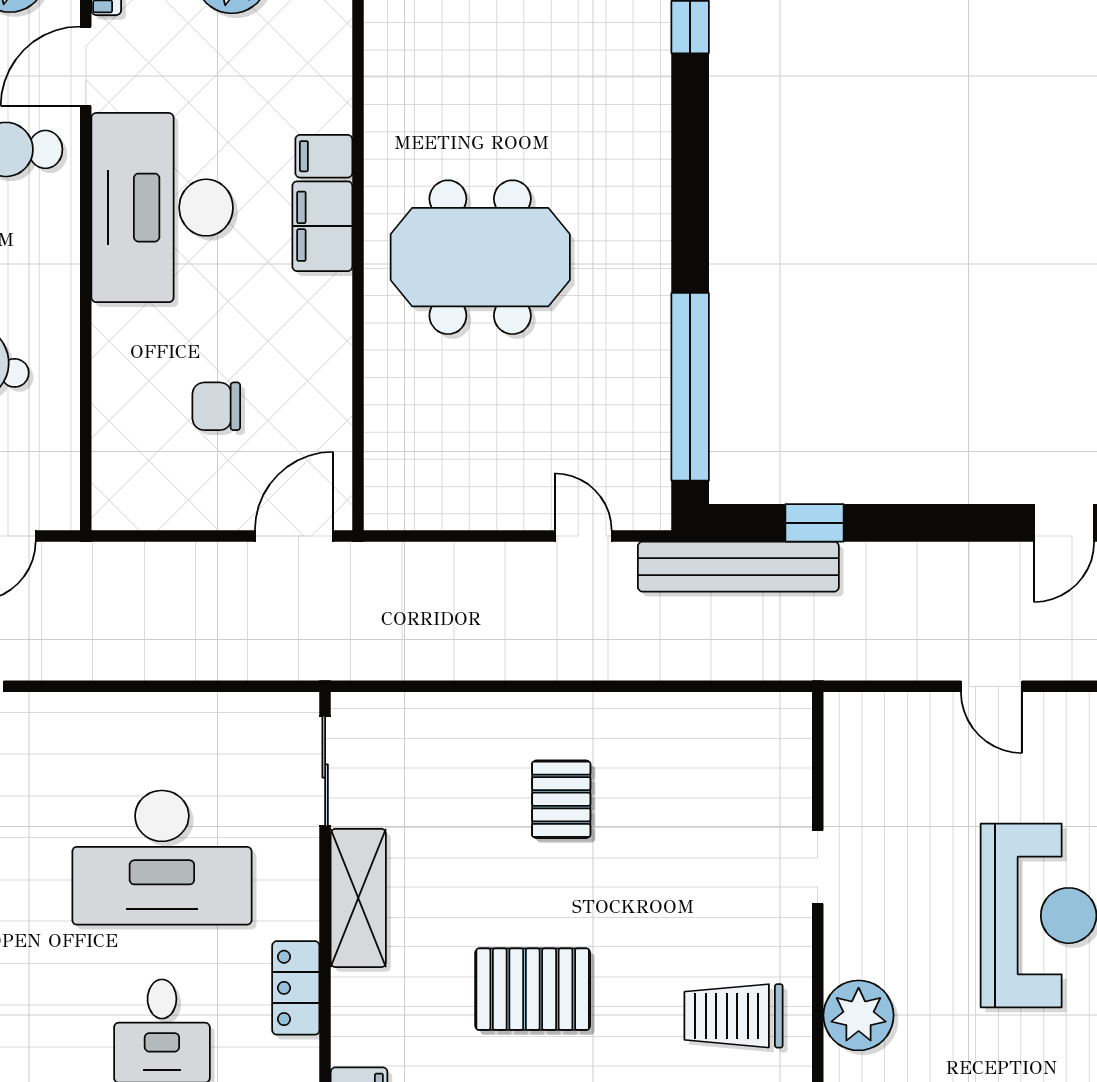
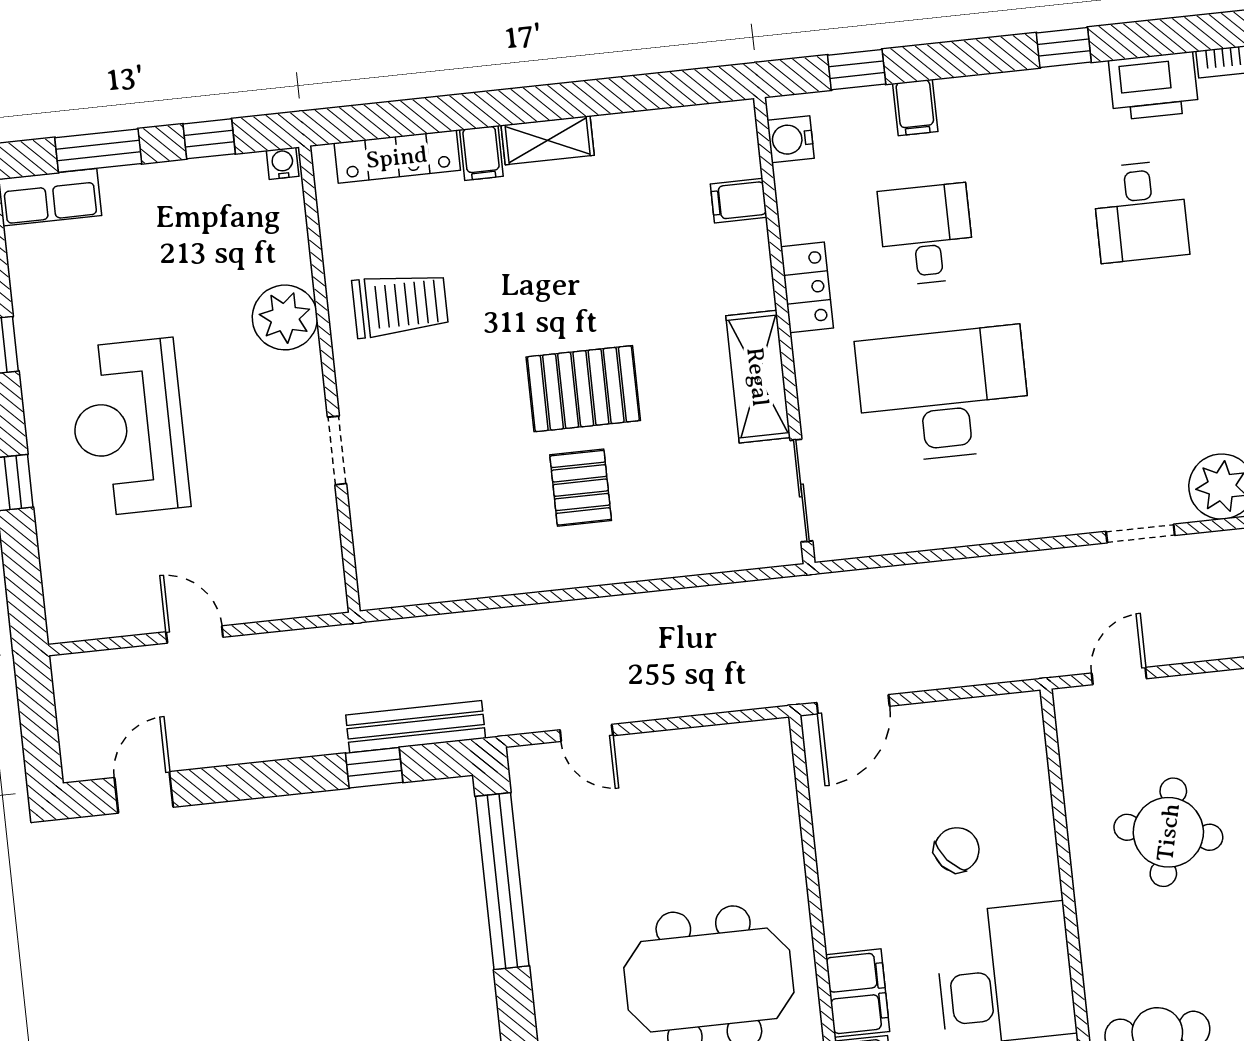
chair: (216, 406) -> (957, 850), moved, turned -41
bench: (738, 567) -> (416, 727), width x0.73, depth x0.82
pallet: (533, 989) -> (583, 389), moved

